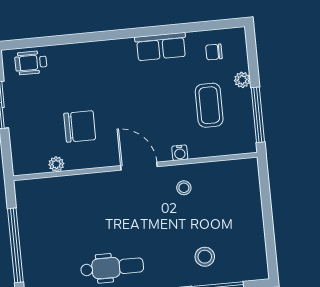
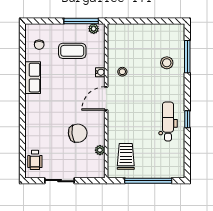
plant: (242, 80) -> (94, 29), moved
chair: (80, 126) -> (78, 133), turned 83
trolley: (50, 206) -> (126, 156), added

